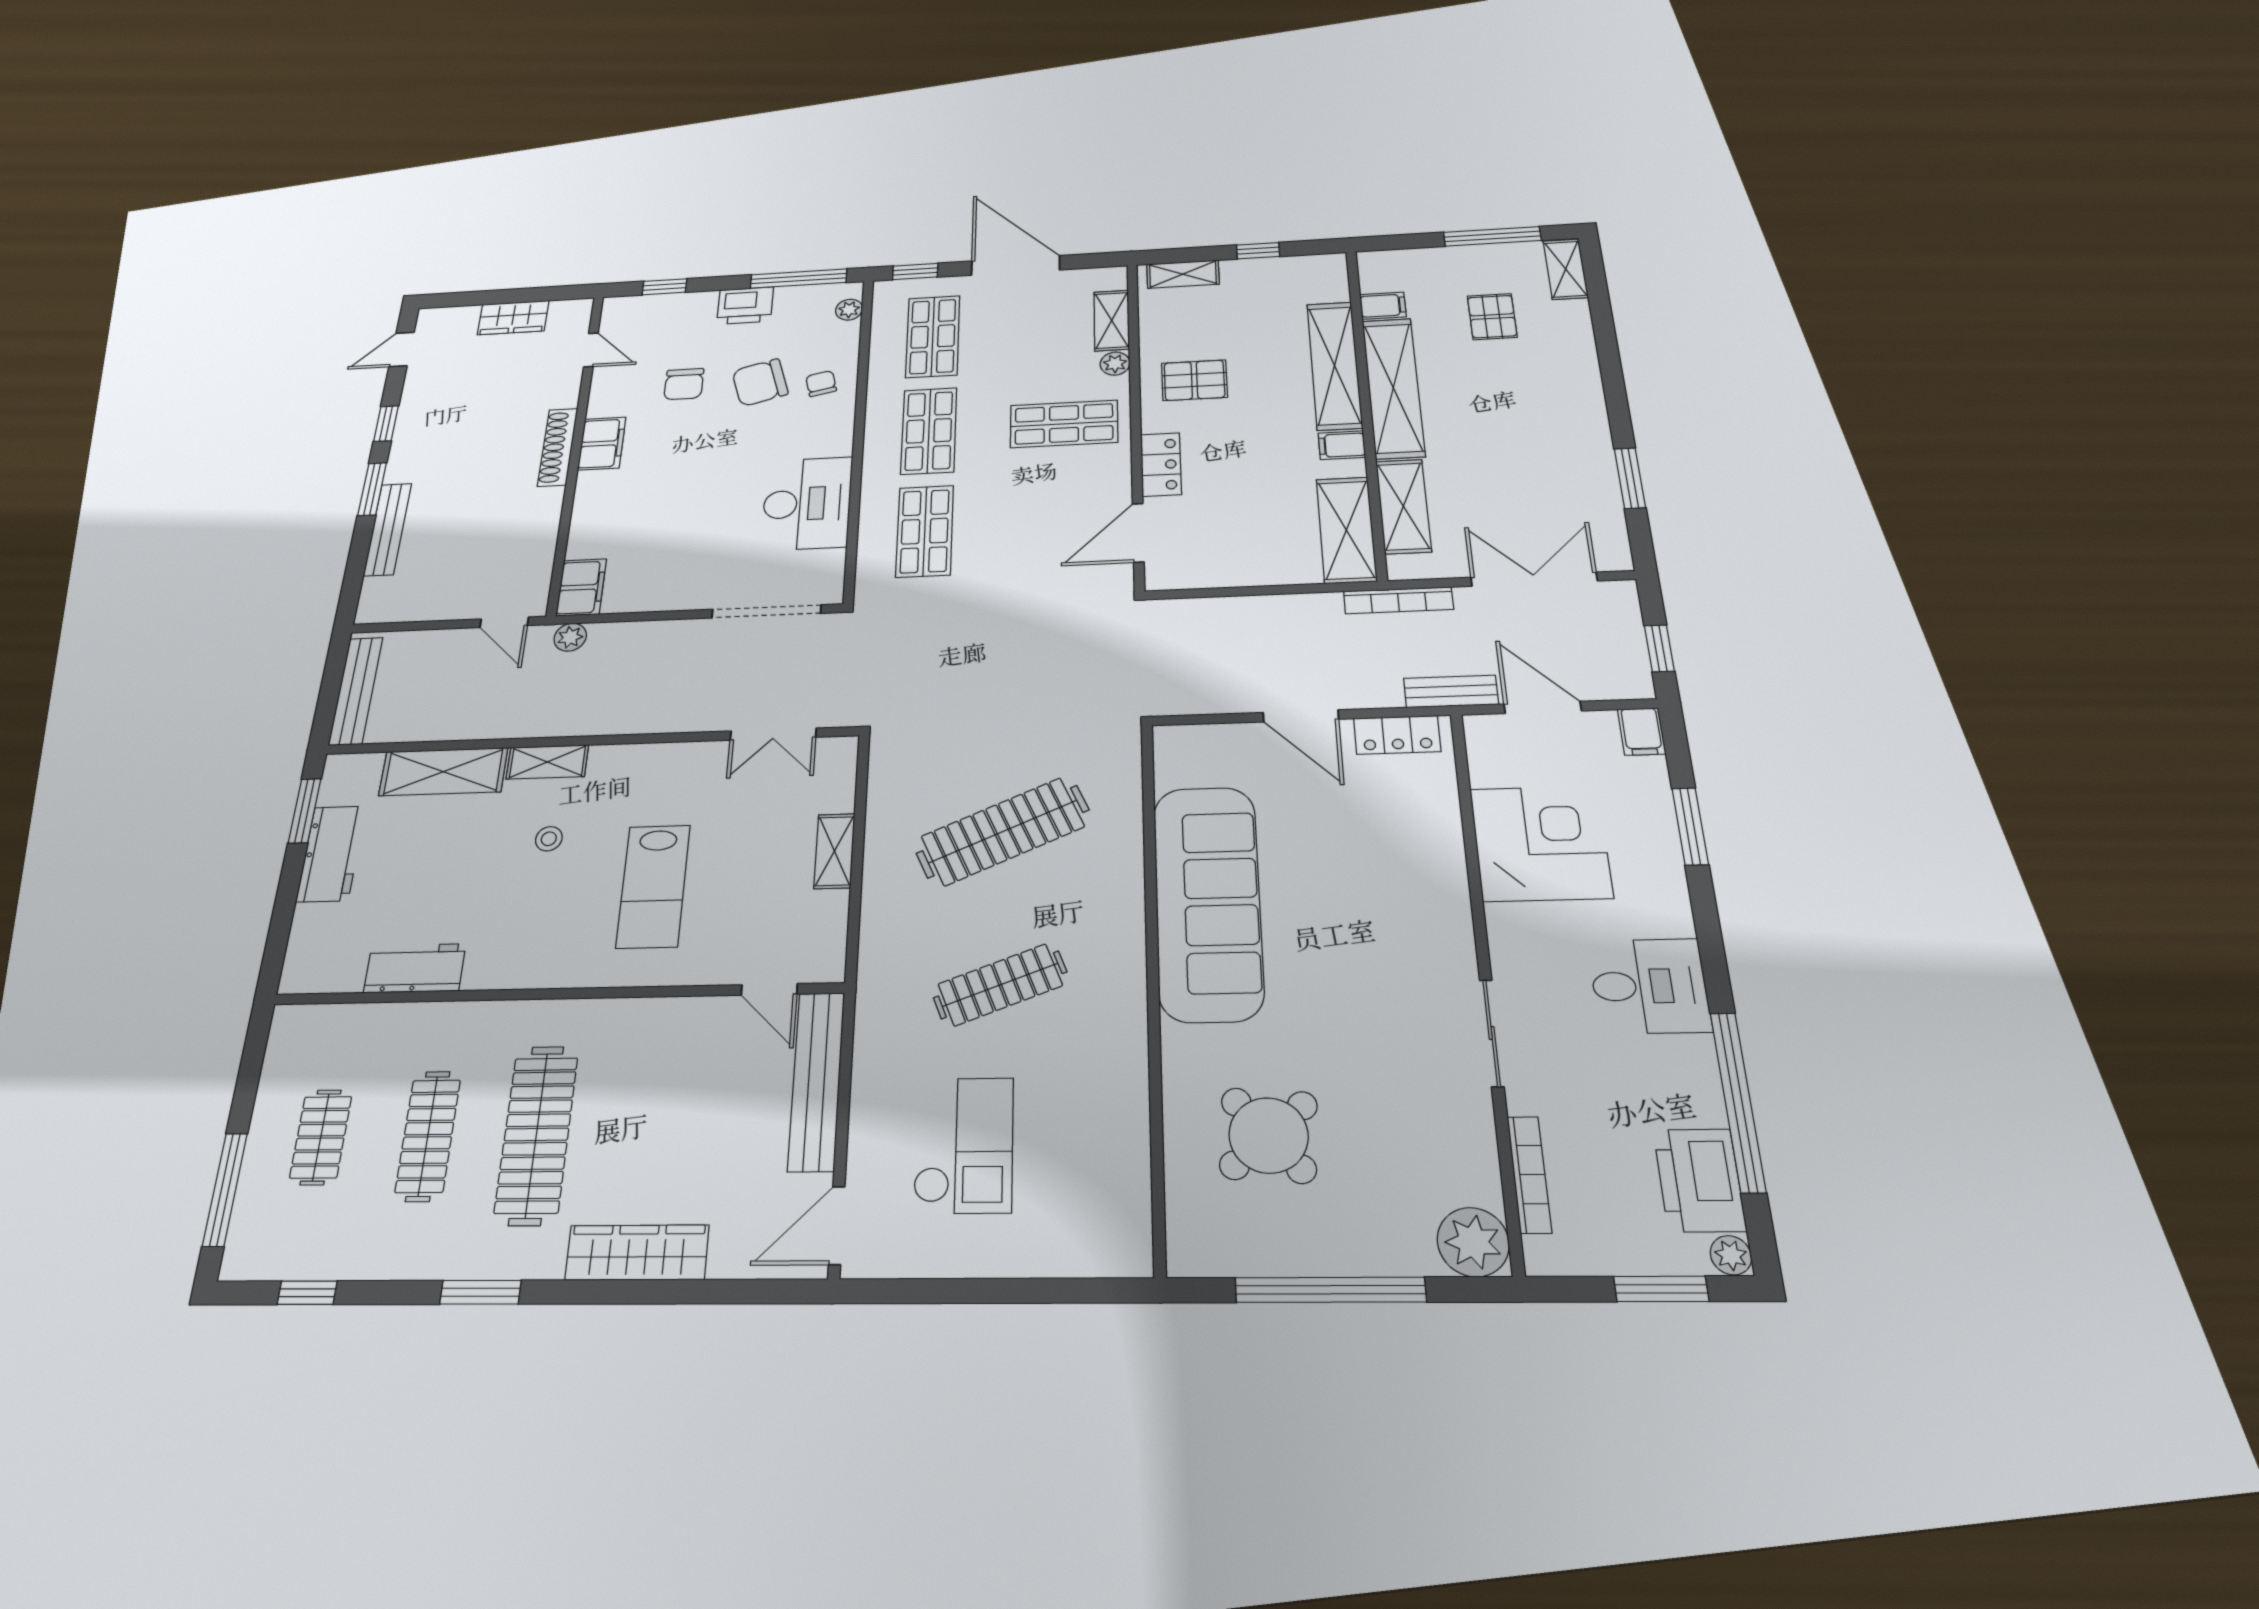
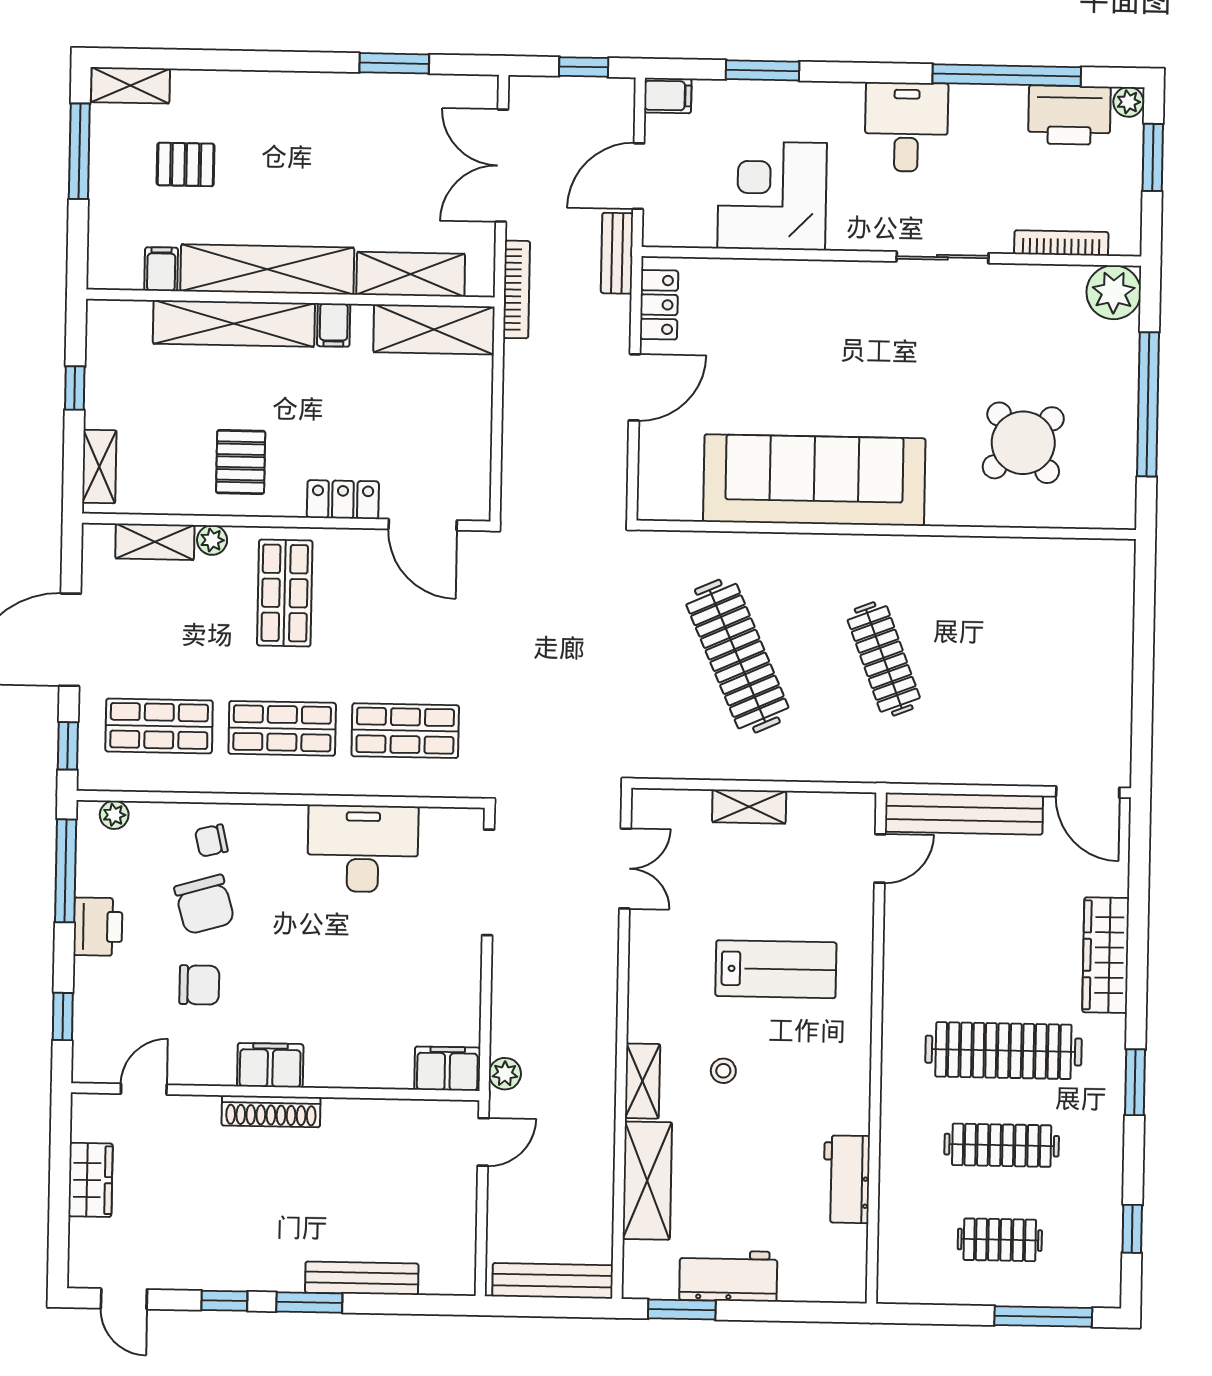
checkout: (964, 1145) -> (1024, 689), removed

